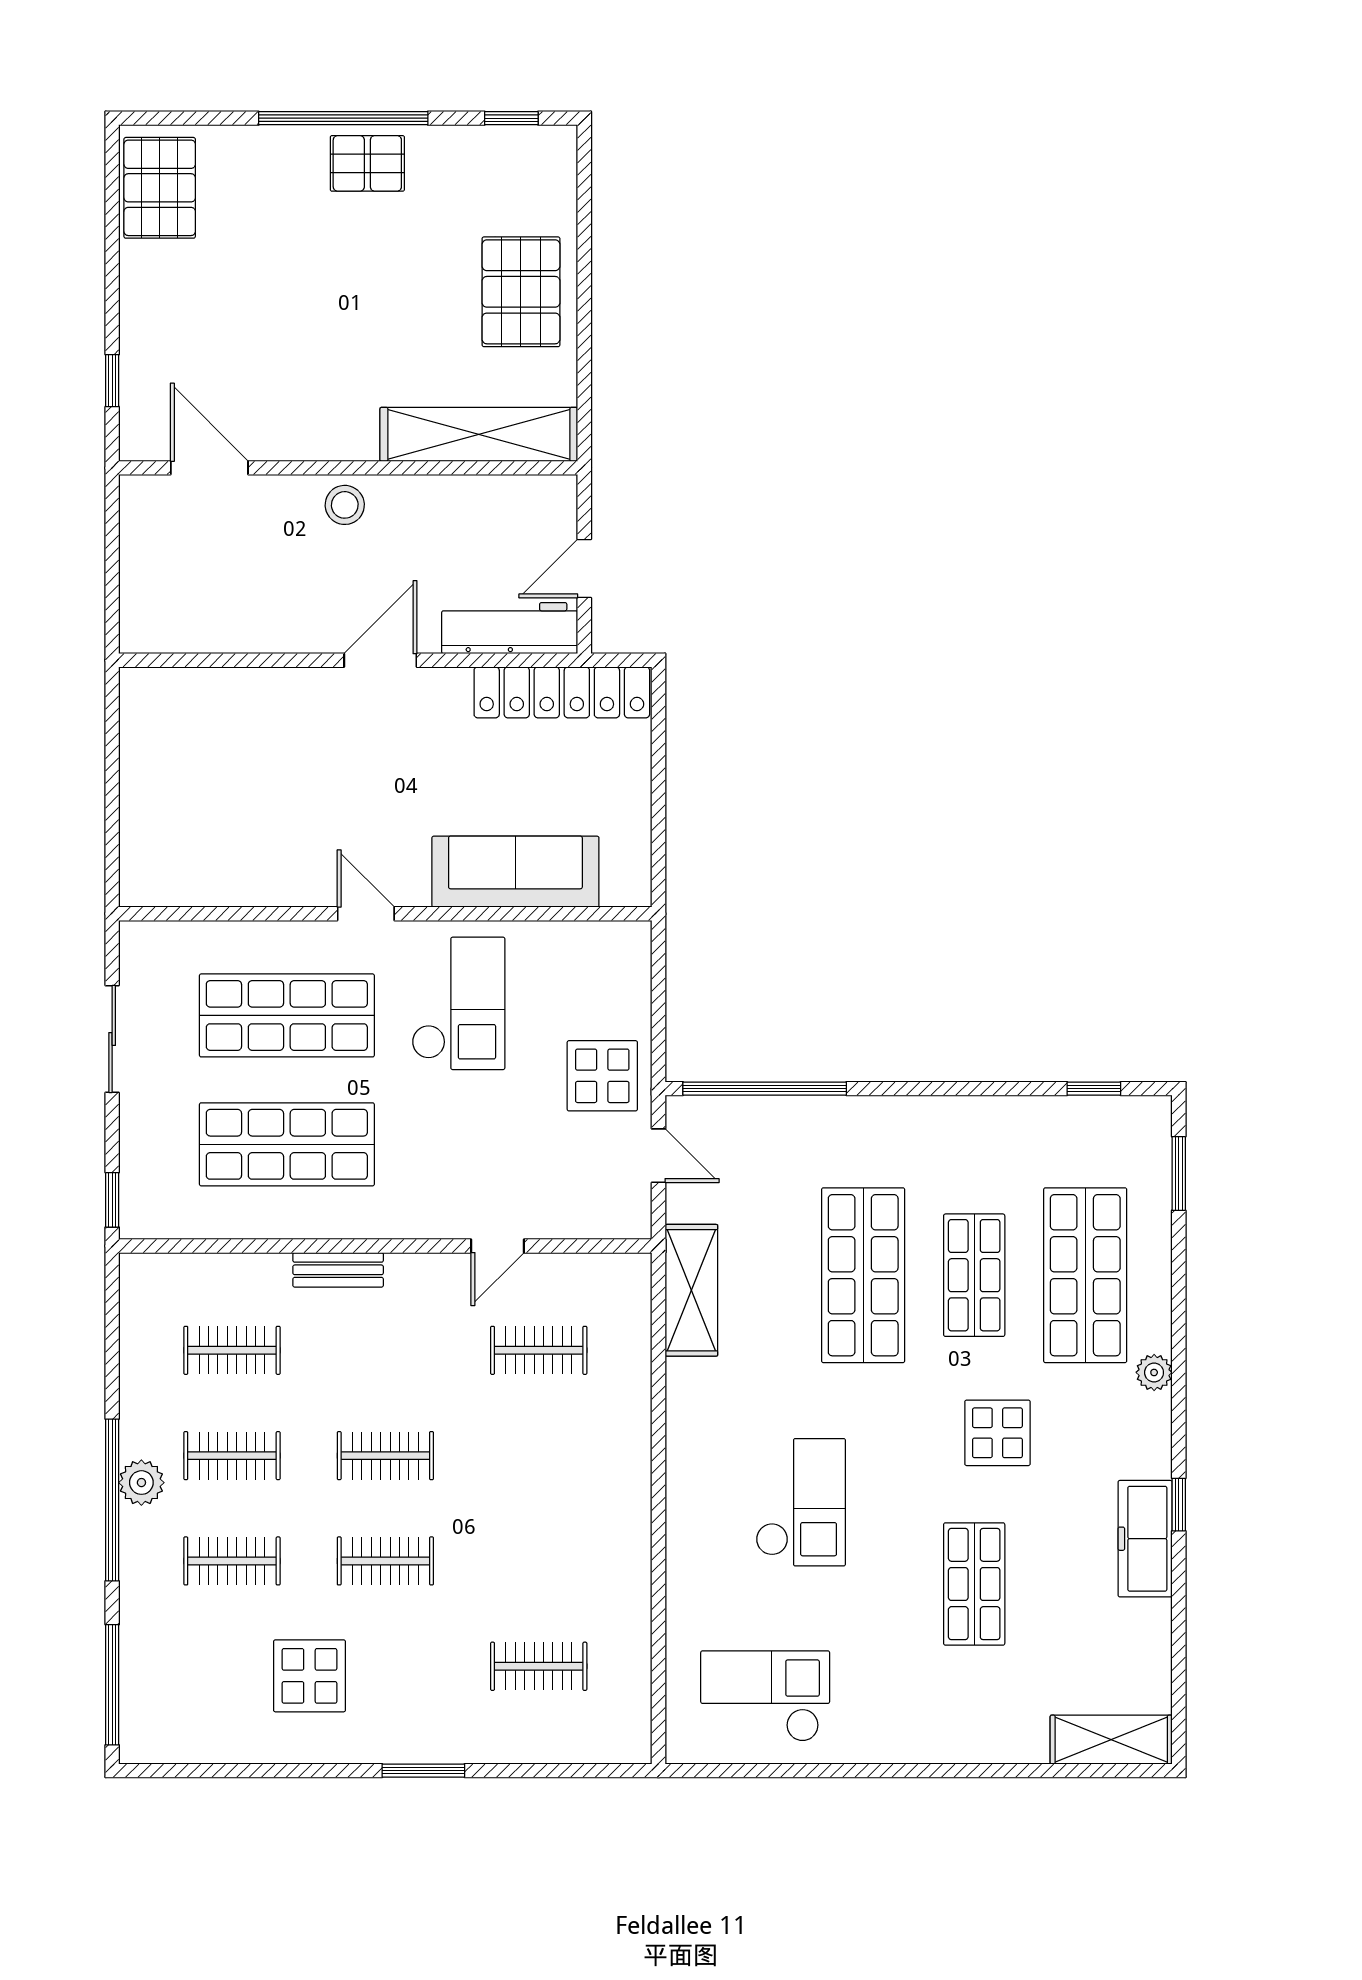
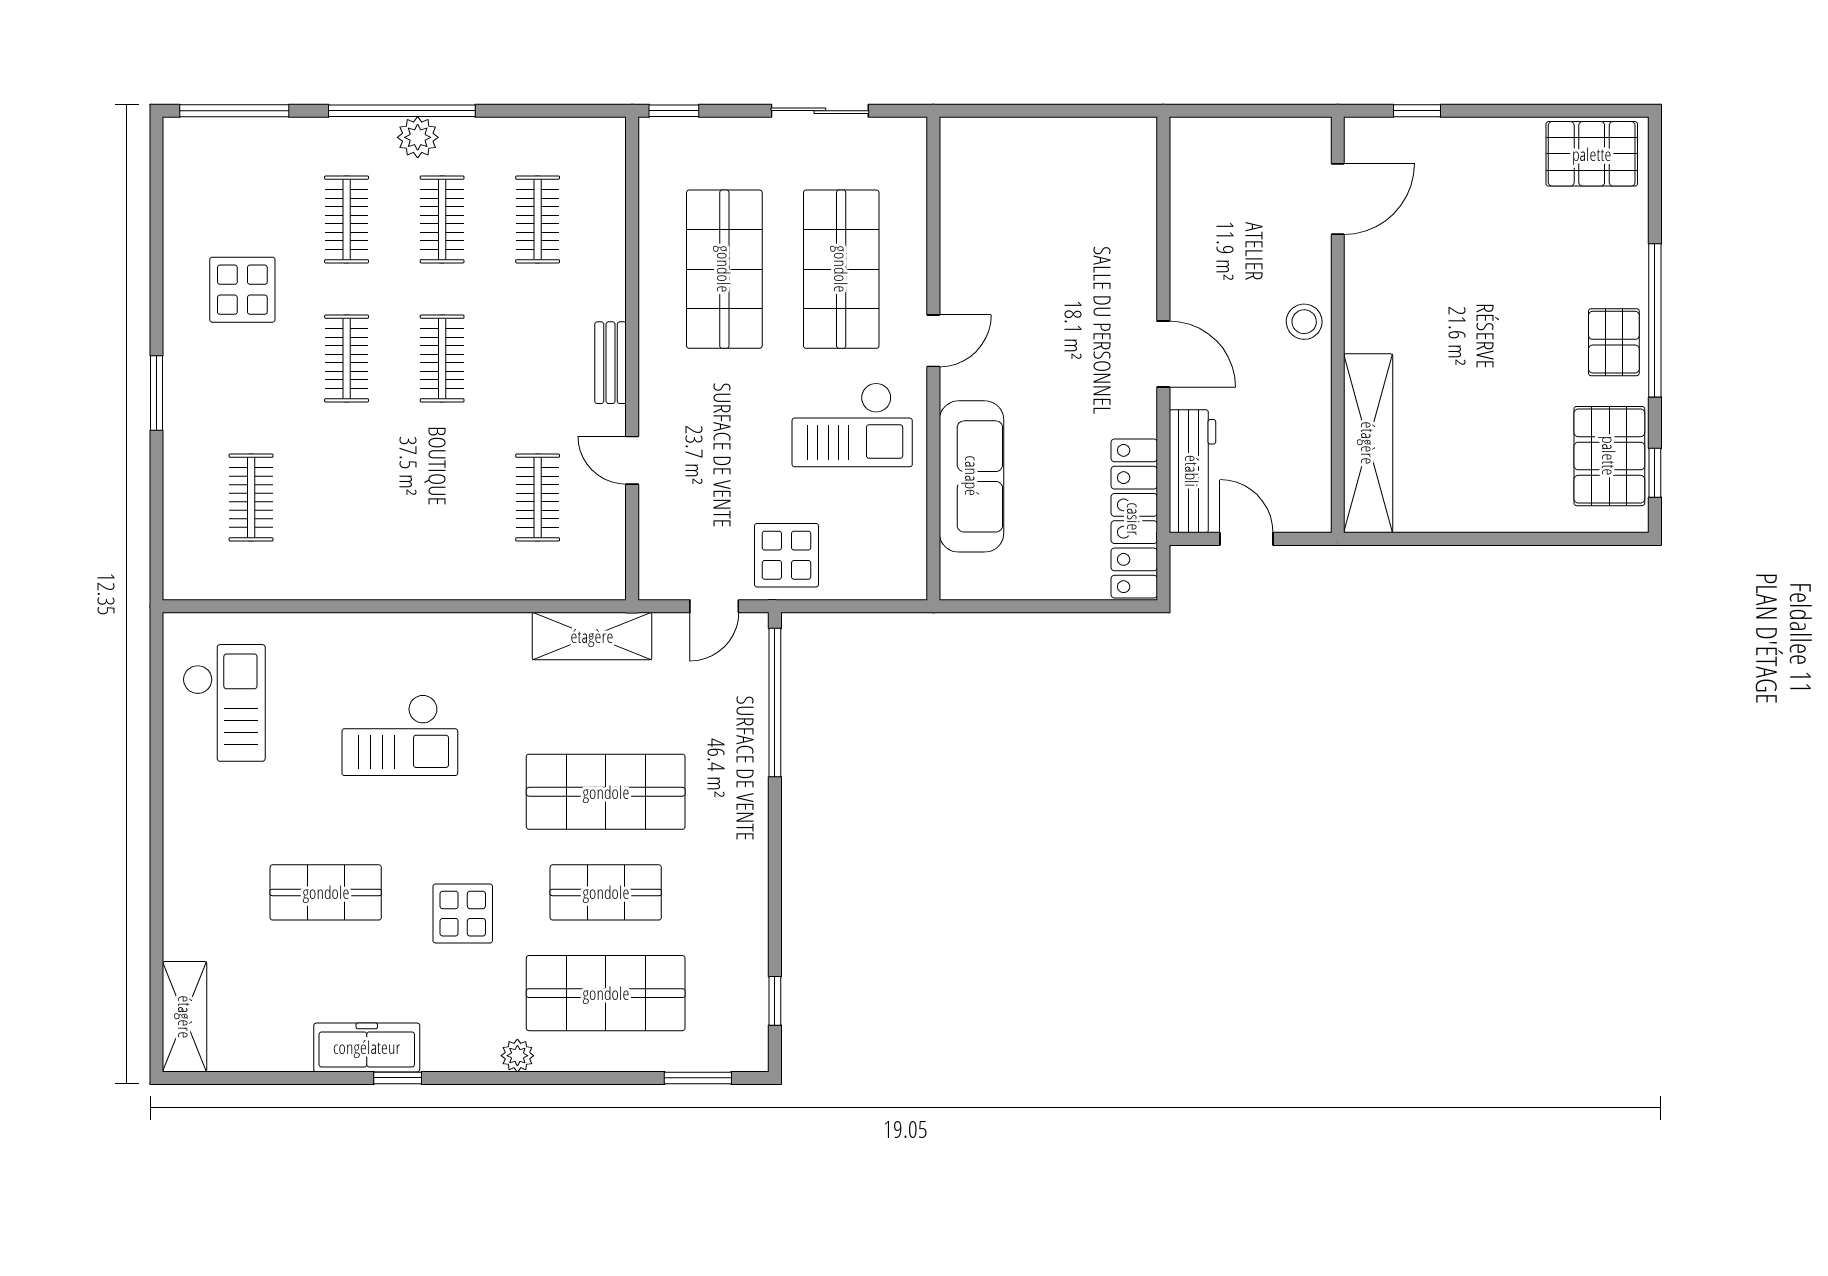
pallet: (521, 292) -> (1609, 456), moved, turned 90
bench: (338, 1270) -> (611, 363), moved

